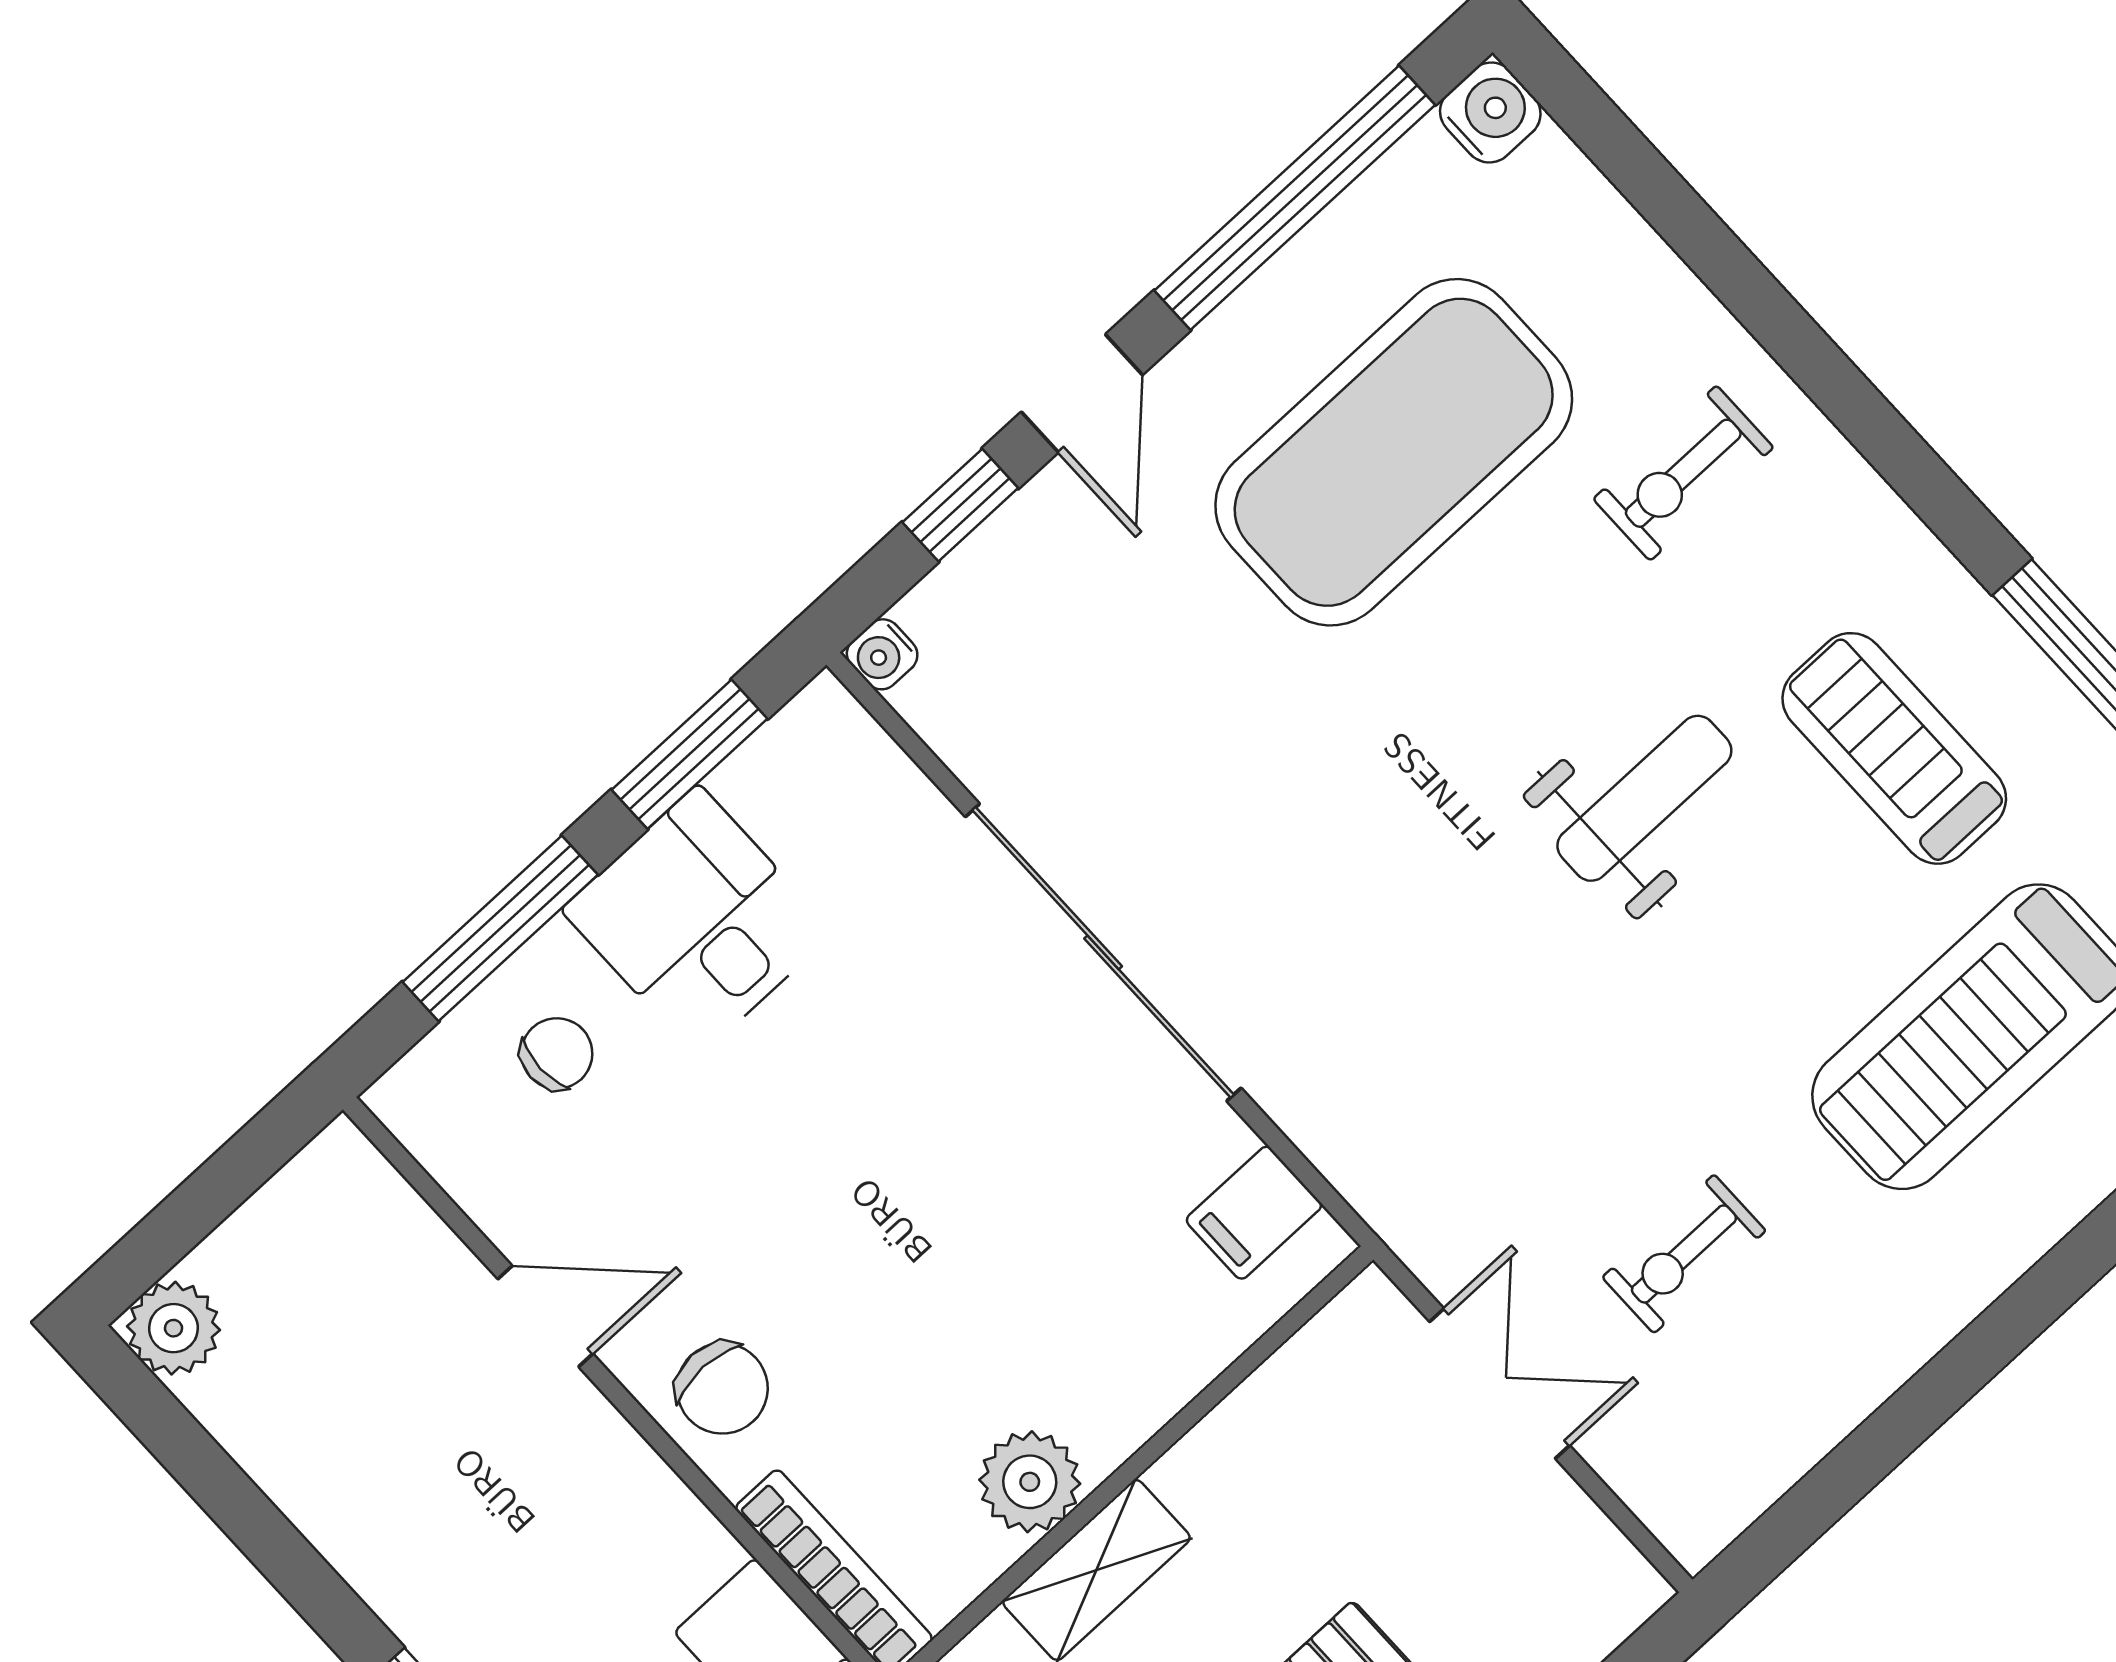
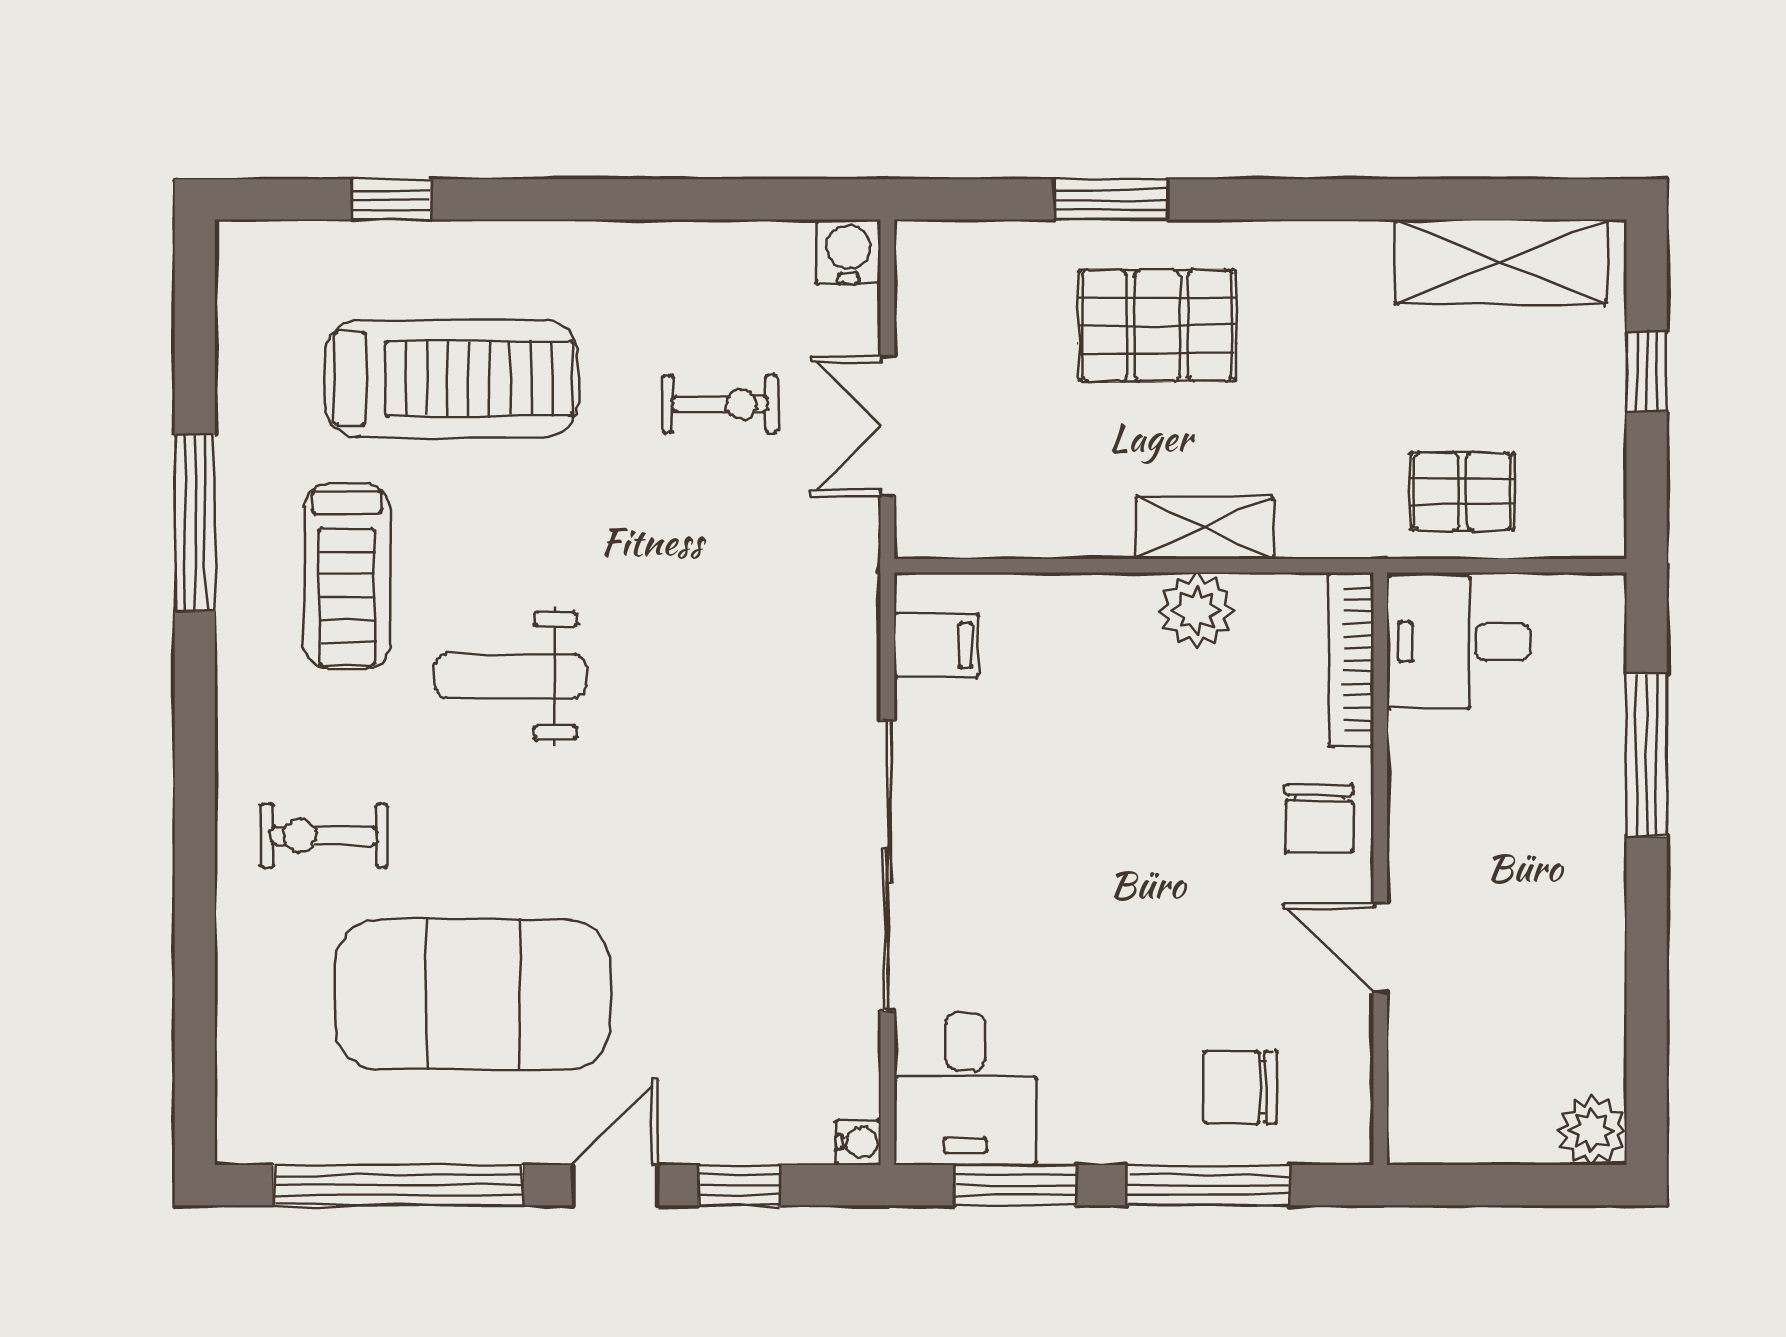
water cooler: (1490, 112) -> (848, 252), moved, turned 90
exercise bike: (1683, 473) -> (324, 836), turned 180
desk: (698, 921) -> (965, 1089), moved
chair: (557, 1053) -> (1240, 1087), width x1.37, depth x1.37
chair: (722, 1388) -> (1319, 818), turned 180

